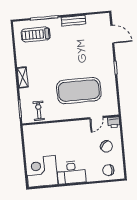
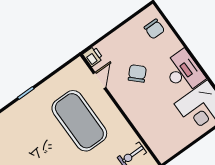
door: (96, 118) -> (100, 81), hinge flipped
chair: (106, 146) -> (137, 73), moved

